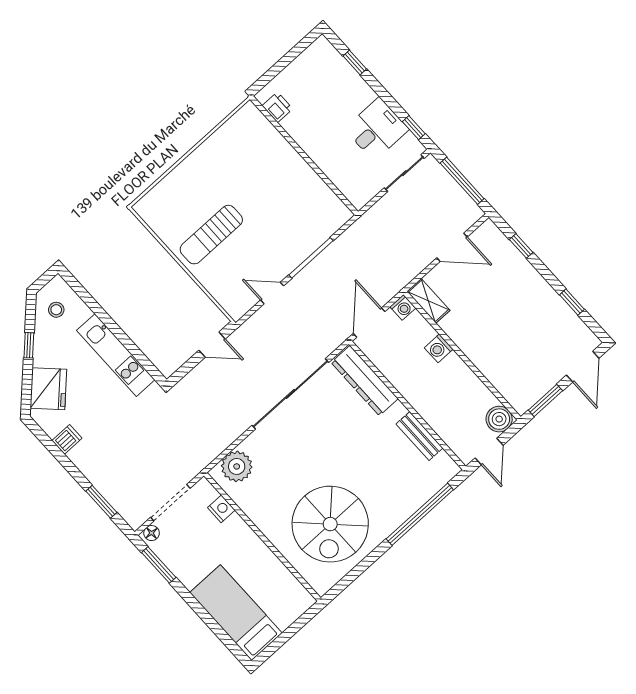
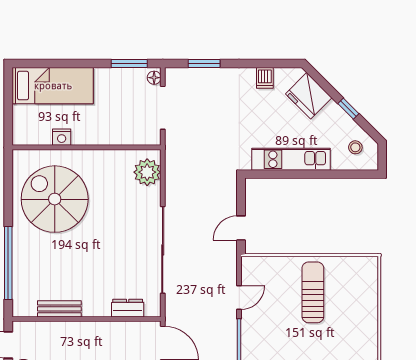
dresser: (365, 381) -> (128, 308), width x0.51, depth x0.80
nightstand: (221, 509) -> (62, 137), moved

